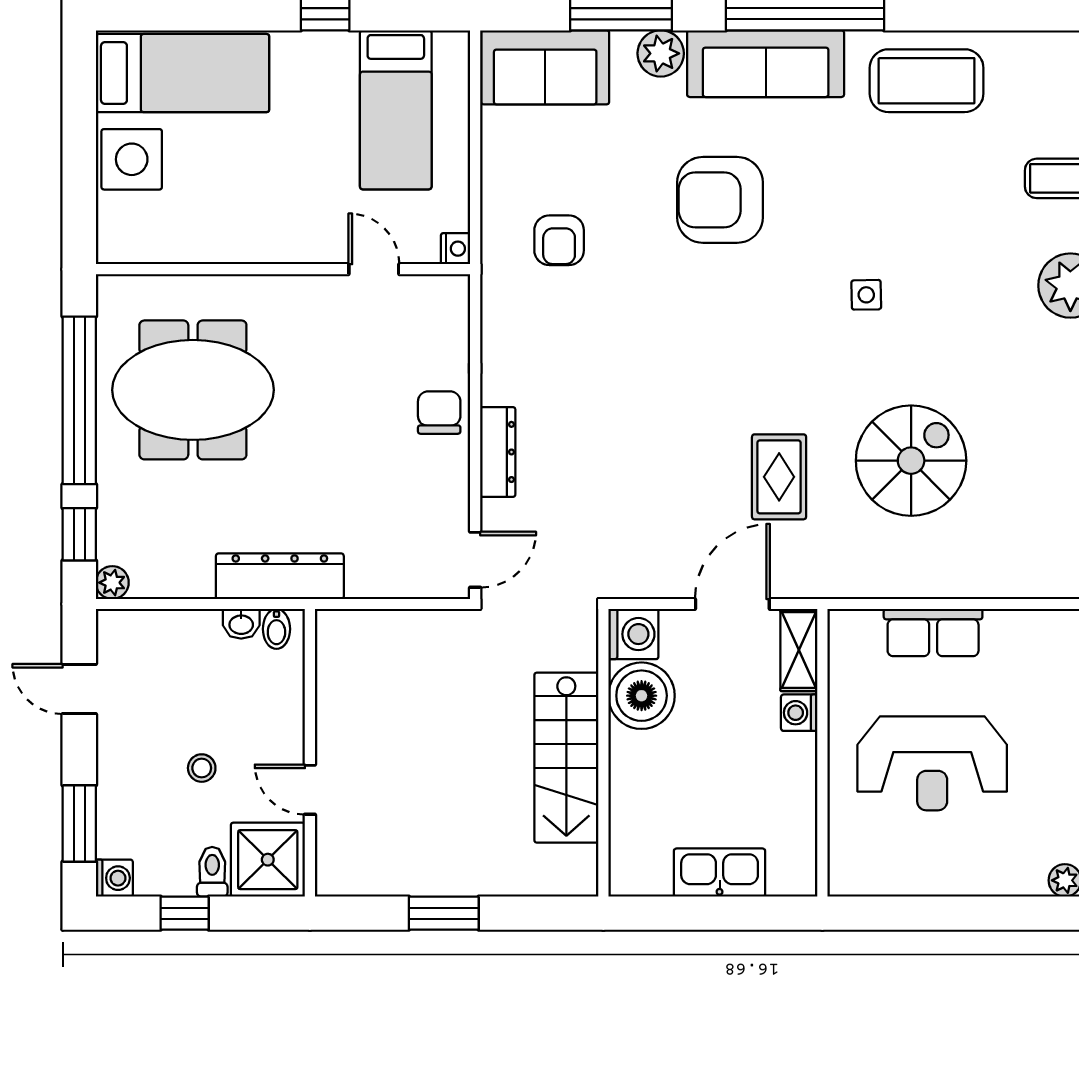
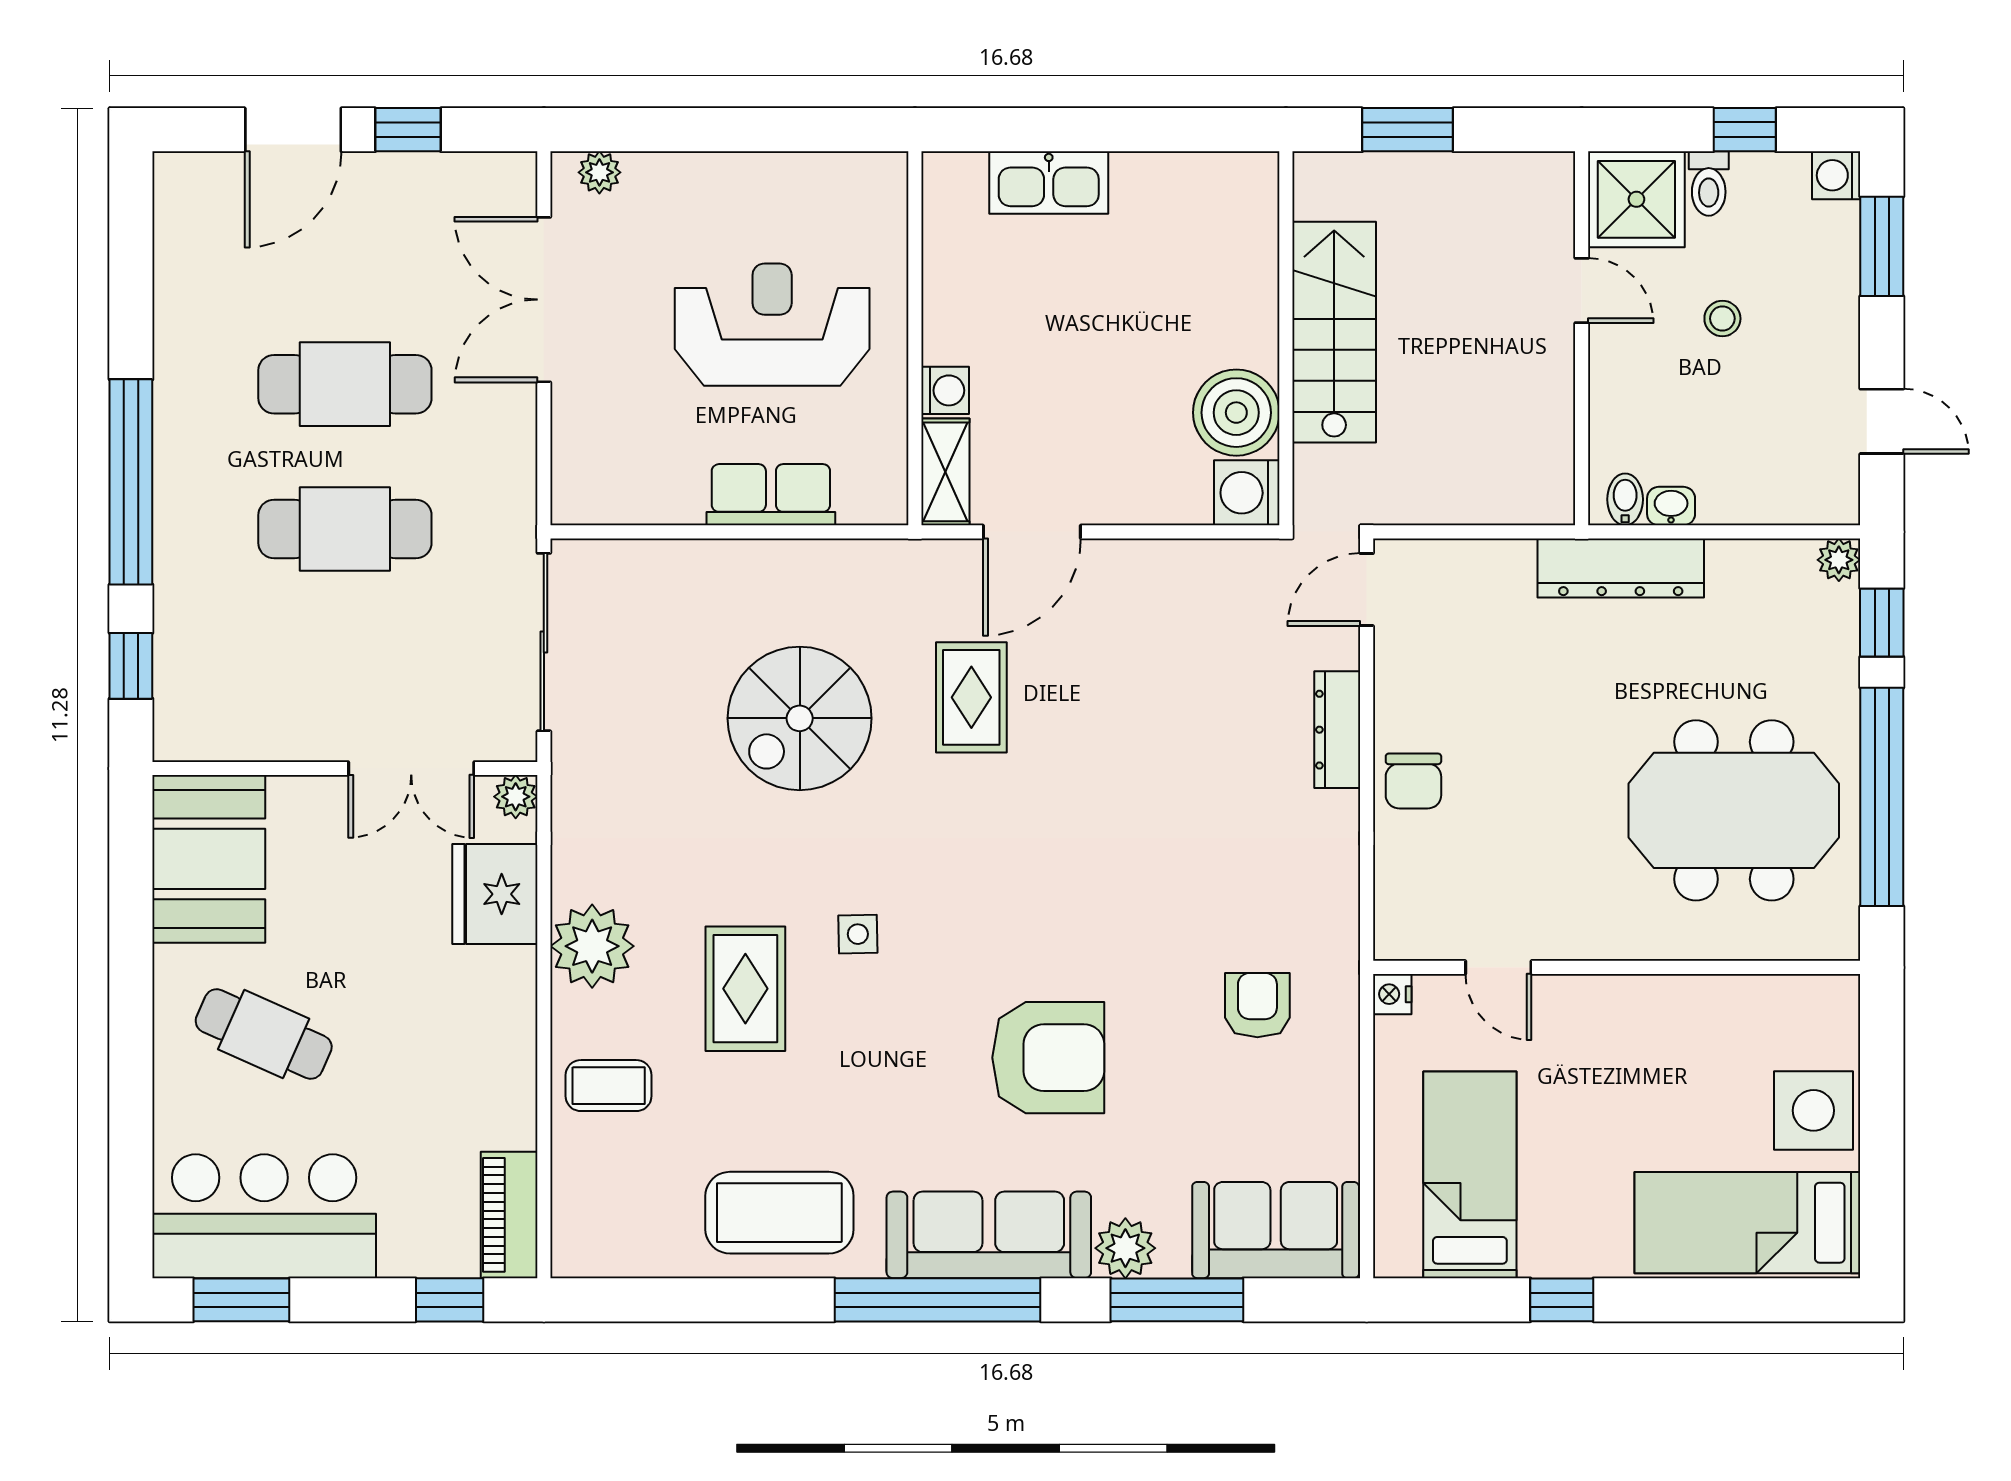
rug: (953, 253) -> (745, 989), added
washing machine: (633, 634) -> (1247, 493), moved
boiler: (642, 696) -> (1236, 413), moved
wall: (603, 753) -> (1286, 338), moved
stairs: (566, 758) -> (1334, 332), moved

